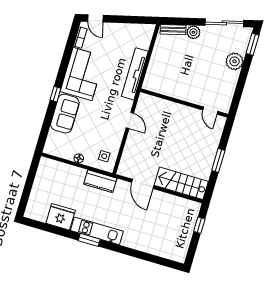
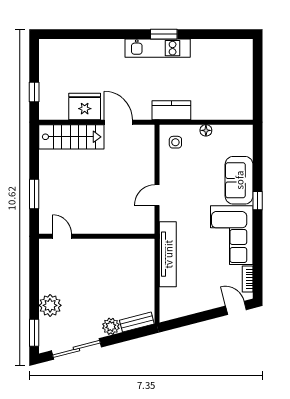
door: (130, 121) -> (157, 195), hinge flipped
window: (218, 160) -> (34, 194), moved
fridge: (61, 217) -> (85, 106), moved, turned 180

